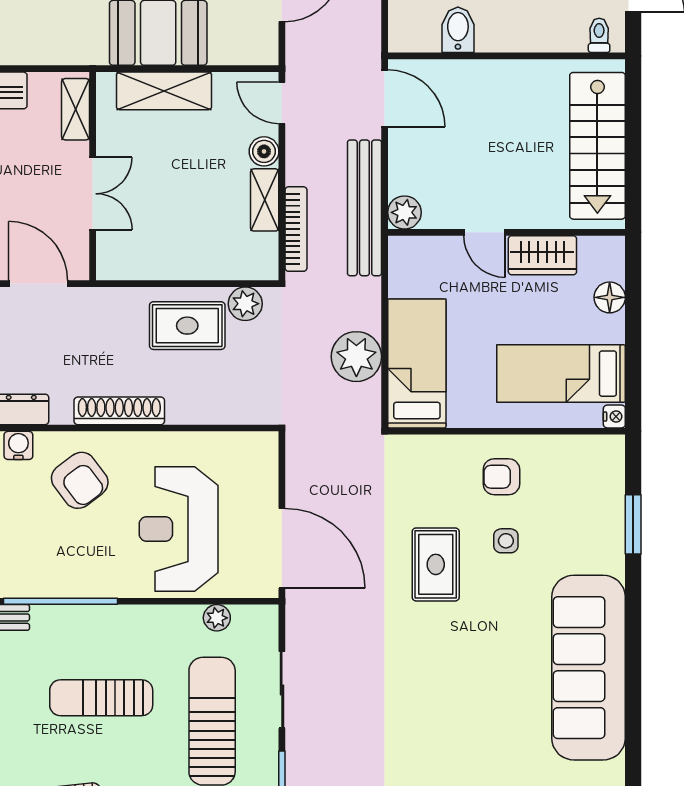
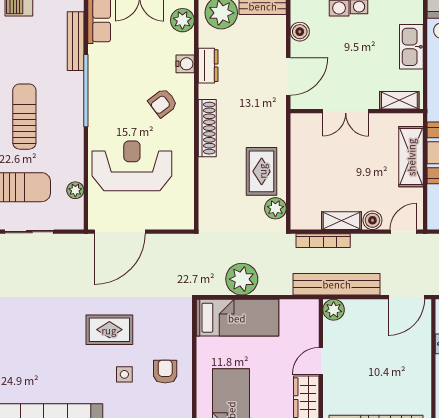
armchair: (80, 480) -> (163, 103), width x0.72, depth x0.72

